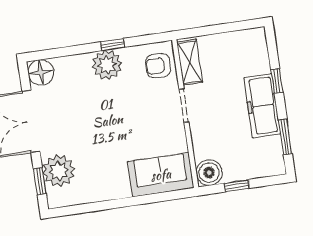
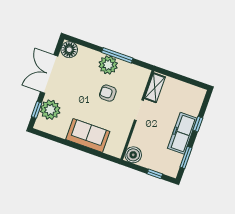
window: (112, 45) -> (117, 55), width x2.17
armchair: (158, 66) -> (108, 93), moved
sofa: (161, 175) -> (88, 135), moved
window: (237, 186) -> (155, 174), moved

